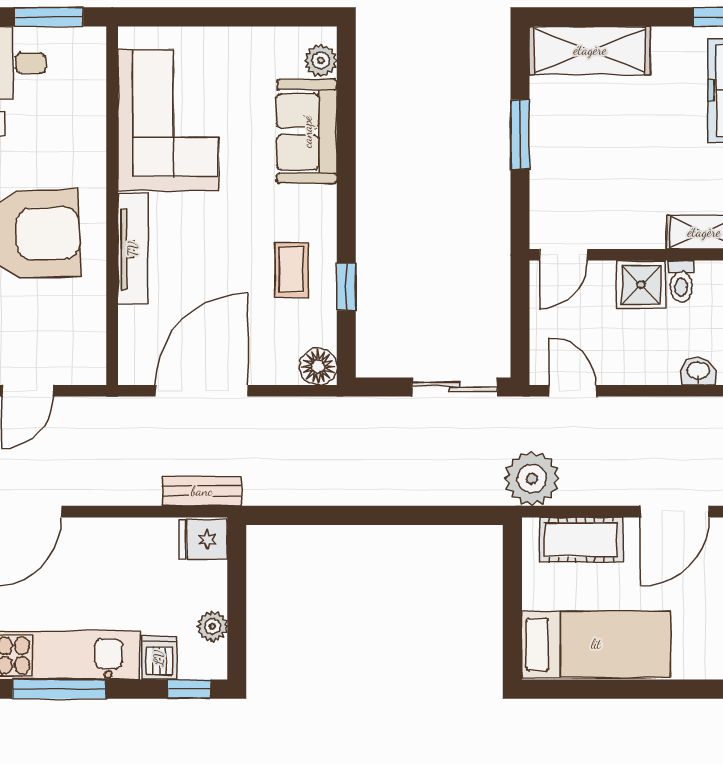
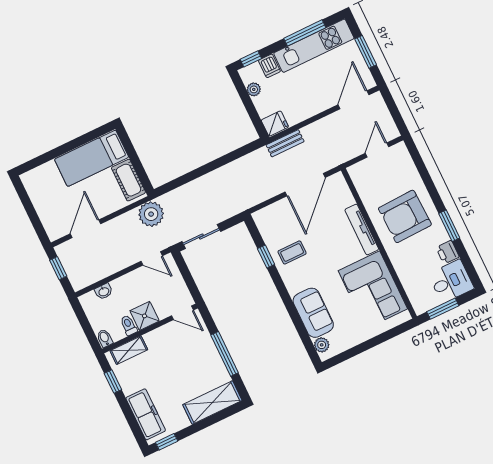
window: (520, 134) -> (225, 354), width x1.44
door: (563, 255) -> (183, 313), swing flipped
coffee table: (291, 270) -> (292, 252), turned 90
floor lamp: (318, 366) -> (262, 218), removed
cot: (581, 540) -> (128, 180), moved, turned 90

